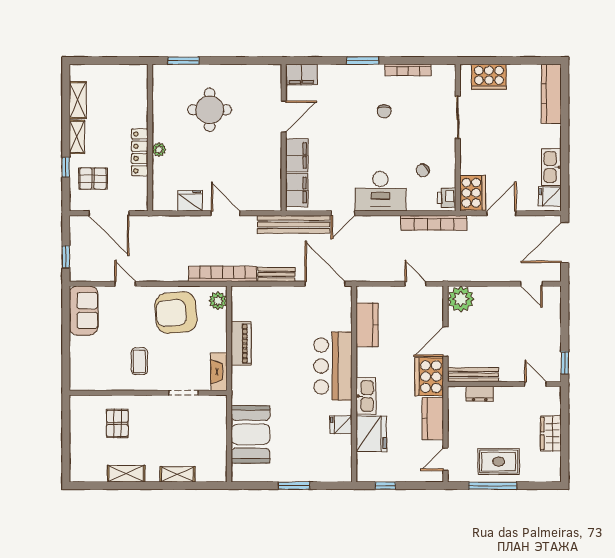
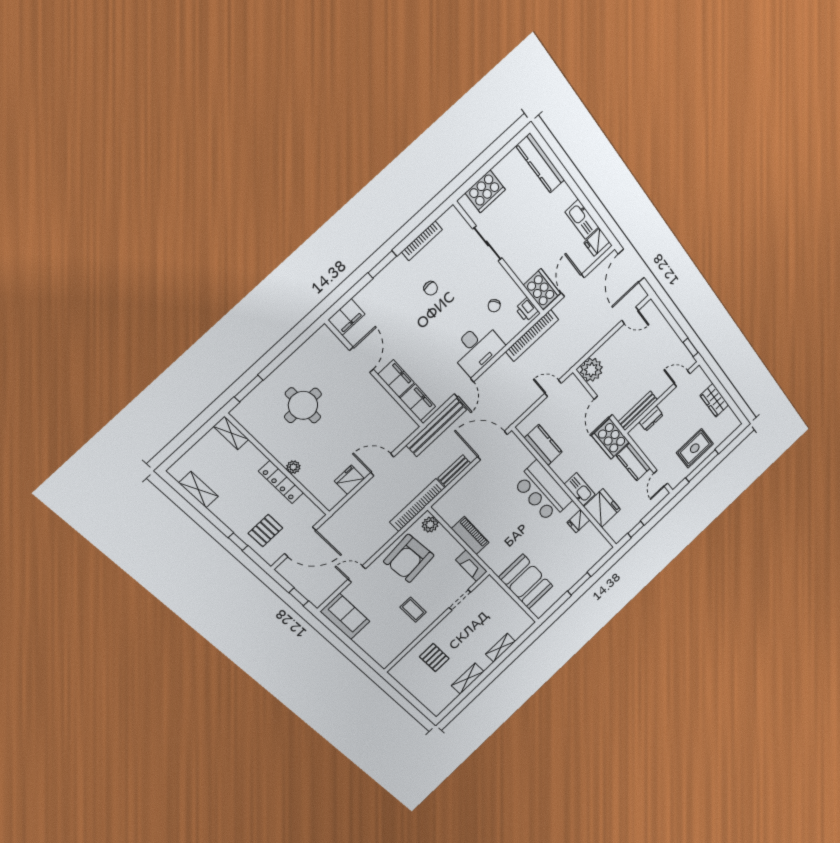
shelving: (77, 137) -> (231, 433), moved

